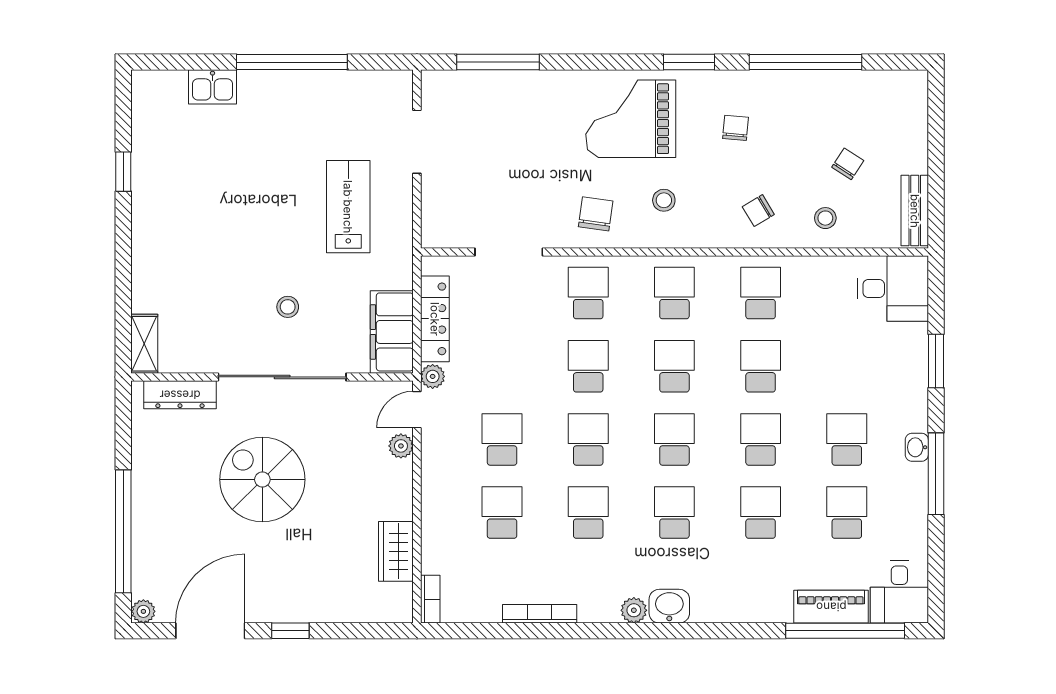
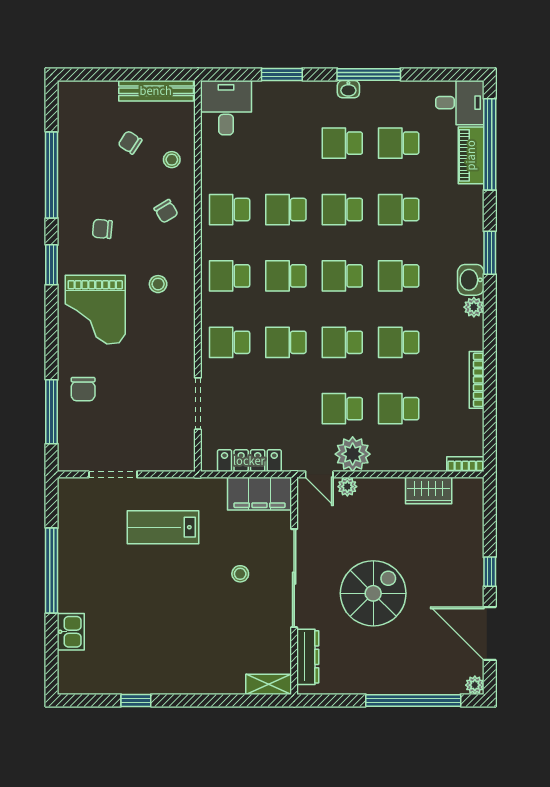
bench: (915, 211) -> (156, 91), width x1.36
chair: (596, 214) -> (83, 389), moved, turned -98
plant: (433, 376) -> (353, 454), moved, width x1.88, depth x1.88
spiral stairs: (262, 480) -> (373, 593), turned 180
window: (705, 631) -> (490, 253), added

